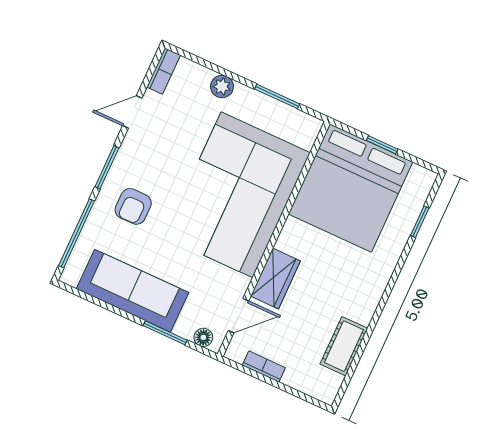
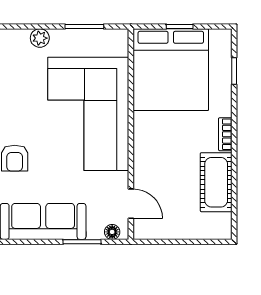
wardrobe: (275, 278) -> (146, 163), removed
door: (238, 316) -> (131, 204), hinge flipped
cot: (344, 346) -> (216, 182), width x1.37, depth x1.34
bookcase: (264, 366) -> (225, 134), moved, turned -90

